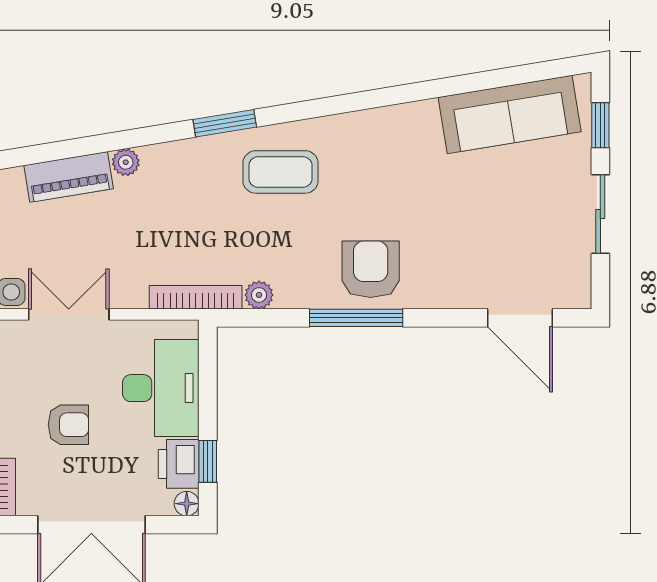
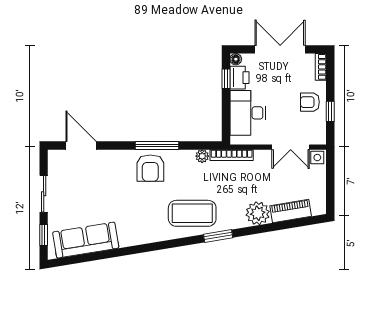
plant: (126, 162) -> (258, 213), width x1.88, depth x1.88
coffee table: (280, 172) -> (192, 213), width x1.36, depth x1.32
armchair: (68, 425) -> (310, 102), moved

